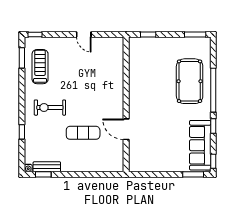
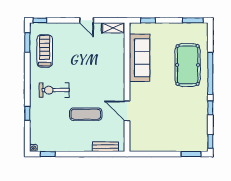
shelving: (112, 42) -> (113, 28), added
sofa: (200, 145) -> (140, 58), moved, turned 180
bench: (47, 167) -> (105, 147), moved

